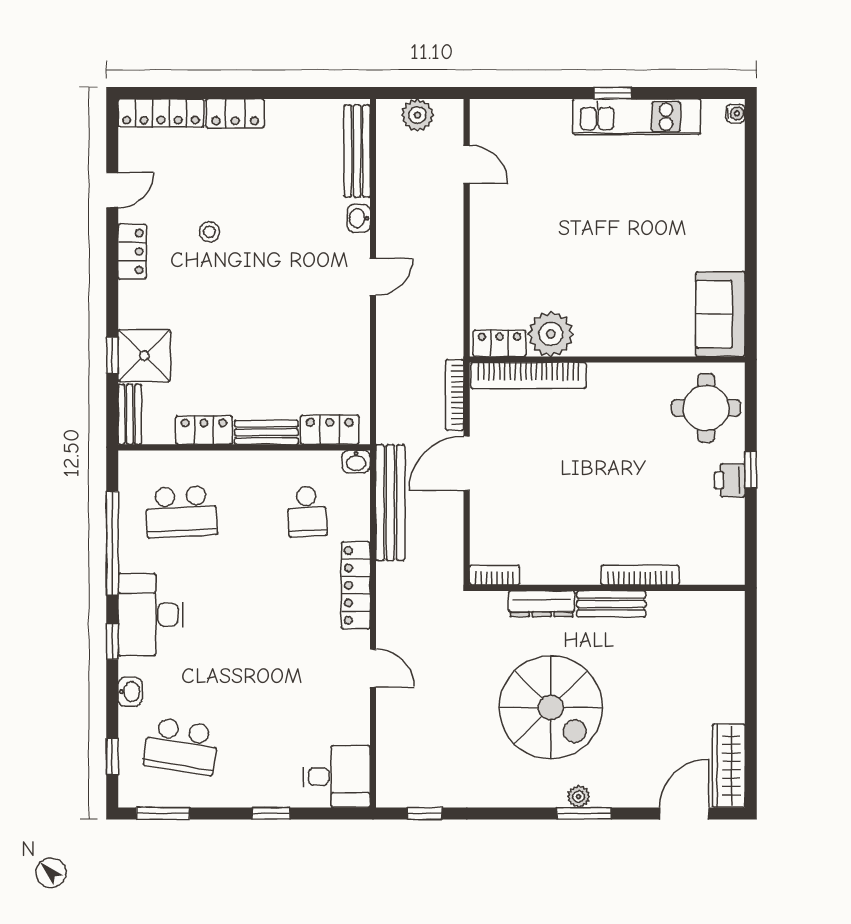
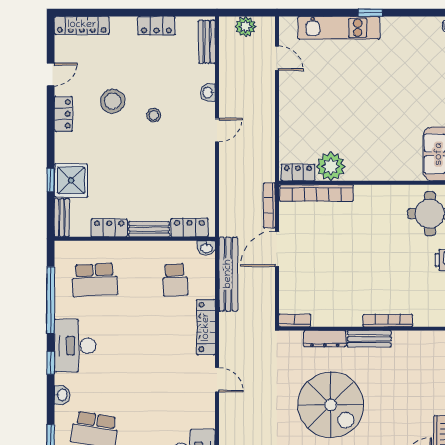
locker: (235, 113) -> (156, 26), moved
kitchen unit: (637, 117) -> (339, 28), moved
bench: (357, 151) -> (207, 42), width x0.73
stool: (209, 232) -> (113, 101), width x1.89, depth x1.89
stool: (274, 254) -> (154, 115), added

